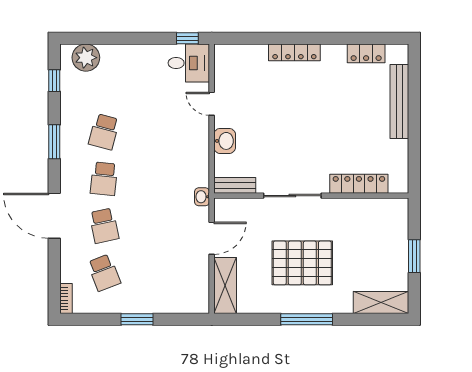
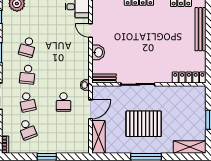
locker: (359, 184) -> (189, 77), moved
school desk: (165, 226) -> (63, 102), added

